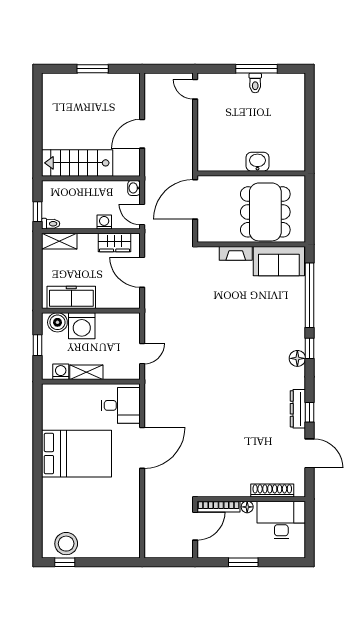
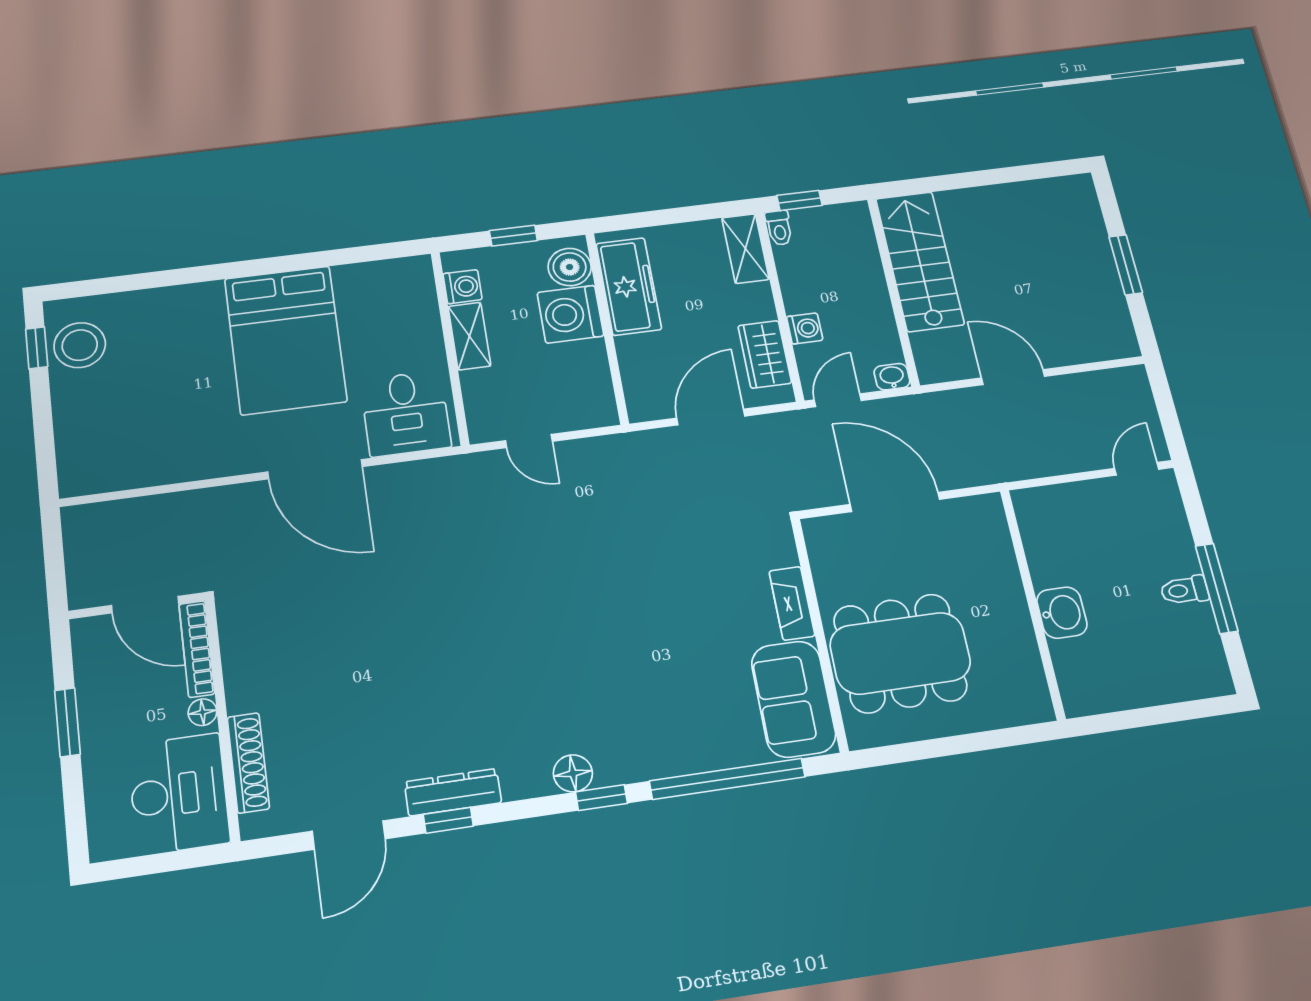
washbasin: (257, 162) -> (1062, 613), moved
wall: (251, 173) -> (1032, 603), moved

